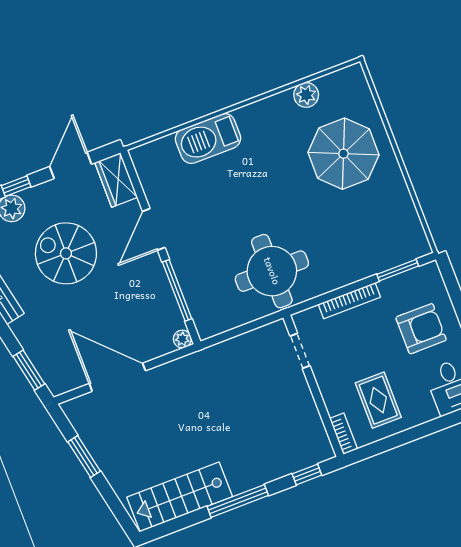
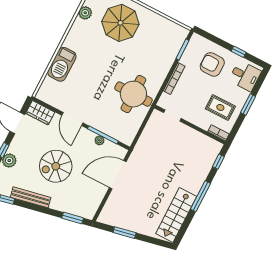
spiral stairs: (66, 253) -> (56, 166), moved
armchair: (421, 329) -> (212, 64), turned -90
plant: (182, 339) -> (99, 140), moved
door: (117, 377) -> (118, 175), moved
window: (421, 431) -> (248, 104), added

